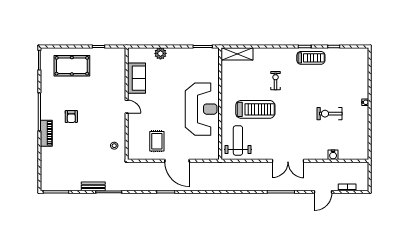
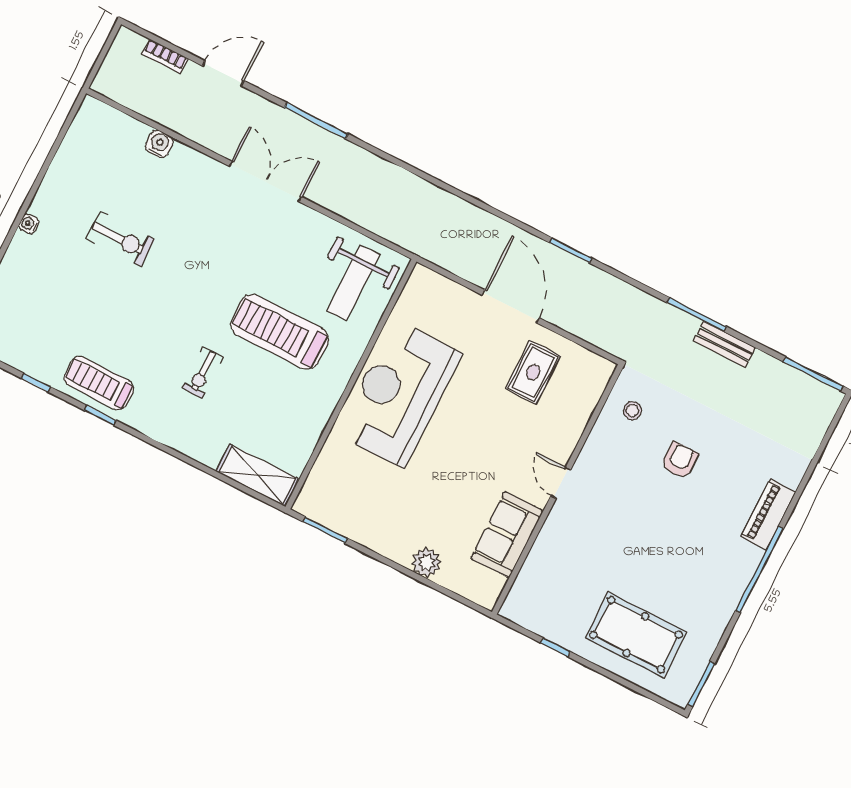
armchair: (71, 117) -> (680, 460), moved

